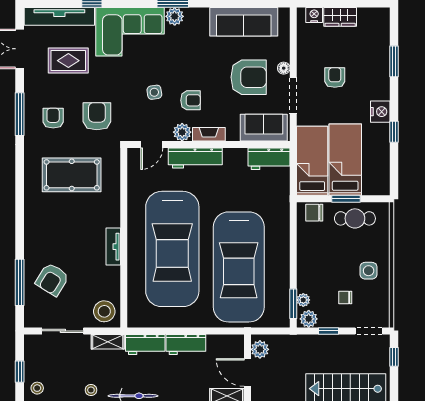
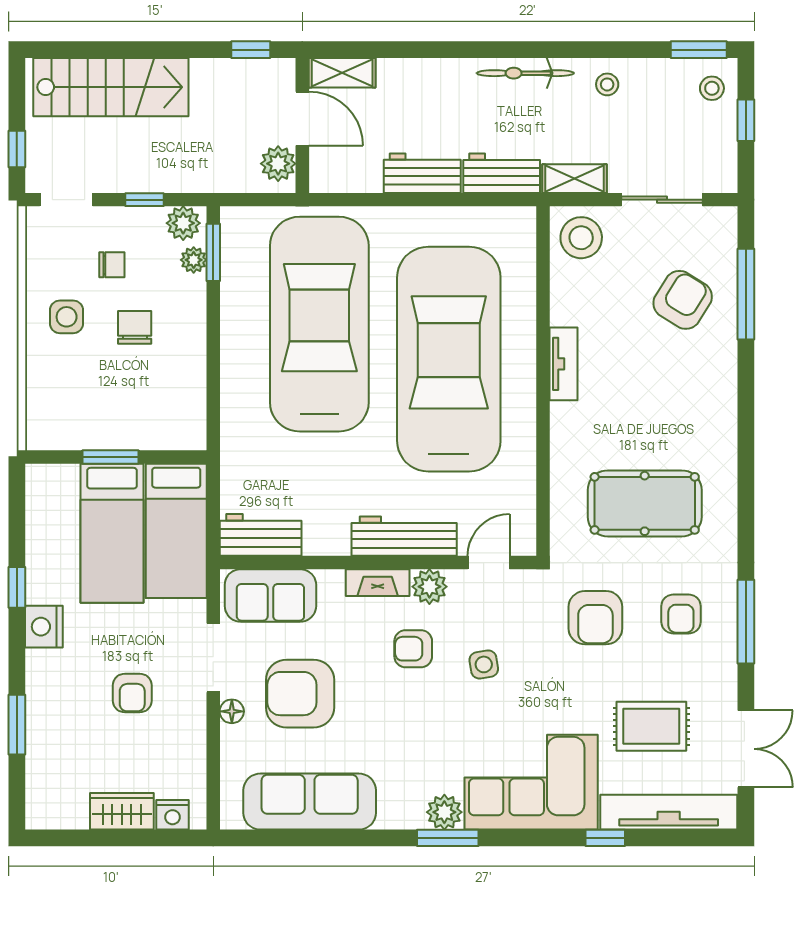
chair: (314, 213) -> (135, 327), moved, turned -90
cafe table: (355, 218) -> (93, 419), removed

